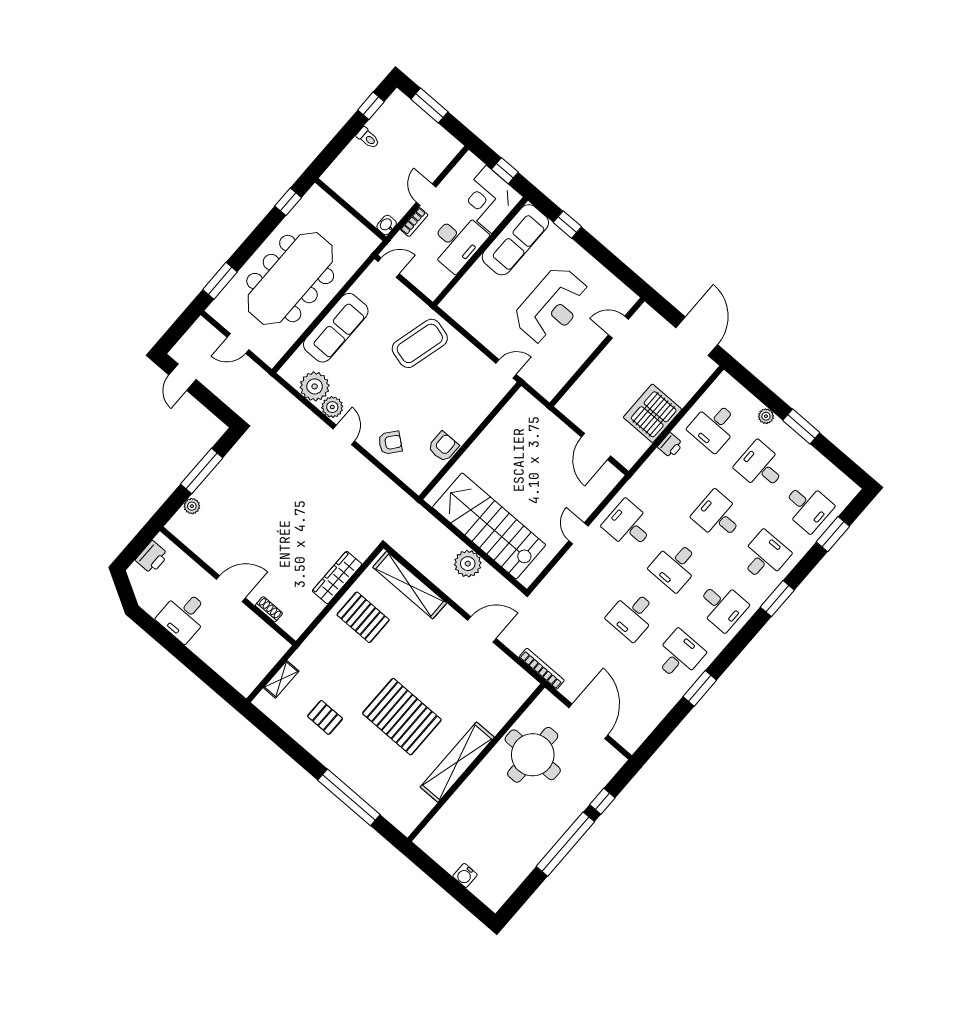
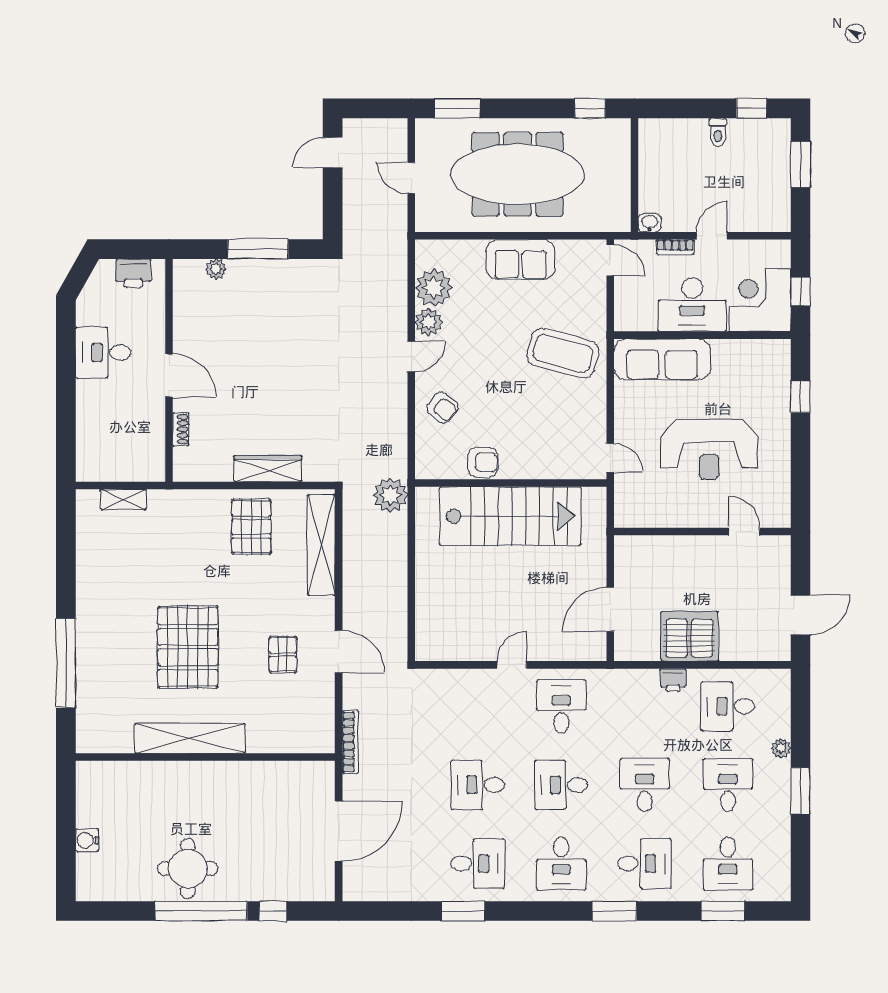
sofa: (515, 240) -> (662, 359), moved
sofa: (336, 328) -> (520, 259), width x0.73
door: (697, 336) -> (801, 615), width x0.73
stairs: (489, 526) -> (510, 516), moved, turned 90
plant: (468, 564) -> (390, 495), moved
pallet: (325, 717) -> (283, 655), moved
round table: (533, 755) -> (188, 869), moved, width x0.73, depth x0.73

